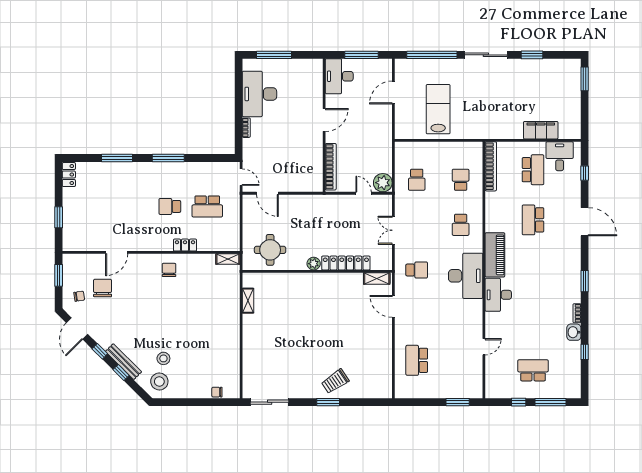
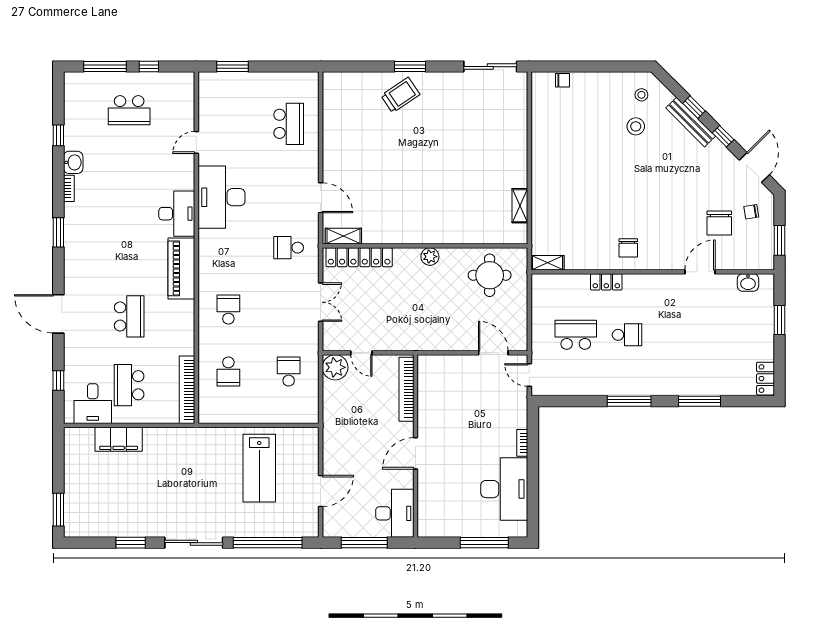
washbasin: (82, 245) -> (748, 282), added
locker: (346, 263) -> (359, 257), moved
desk: (466, 276) -> (222, 197), moved
stool: (159, 381) -> (641, 95), width x0.53, depth x0.53

